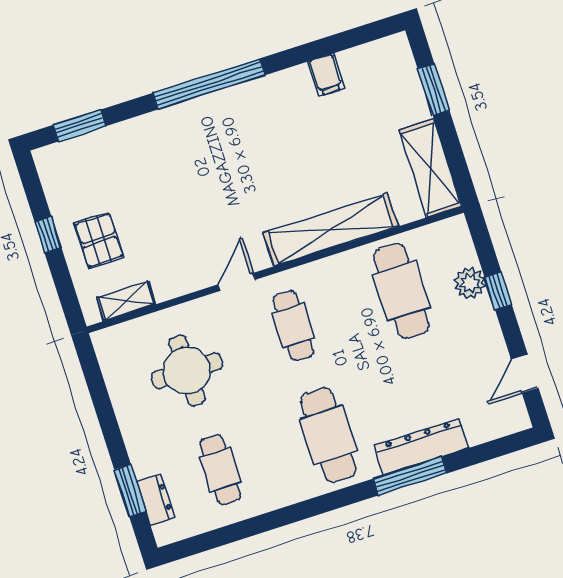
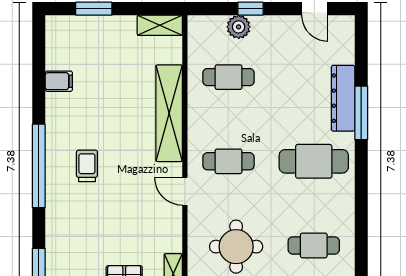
trolley: (229, 146) -> (87, 166), added
shelving: (430, 168) -> (160, 25), width x0.67, depth x0.75
cafe table: (401, 291) -> (229, 77), width x0.73, depth x0.74

